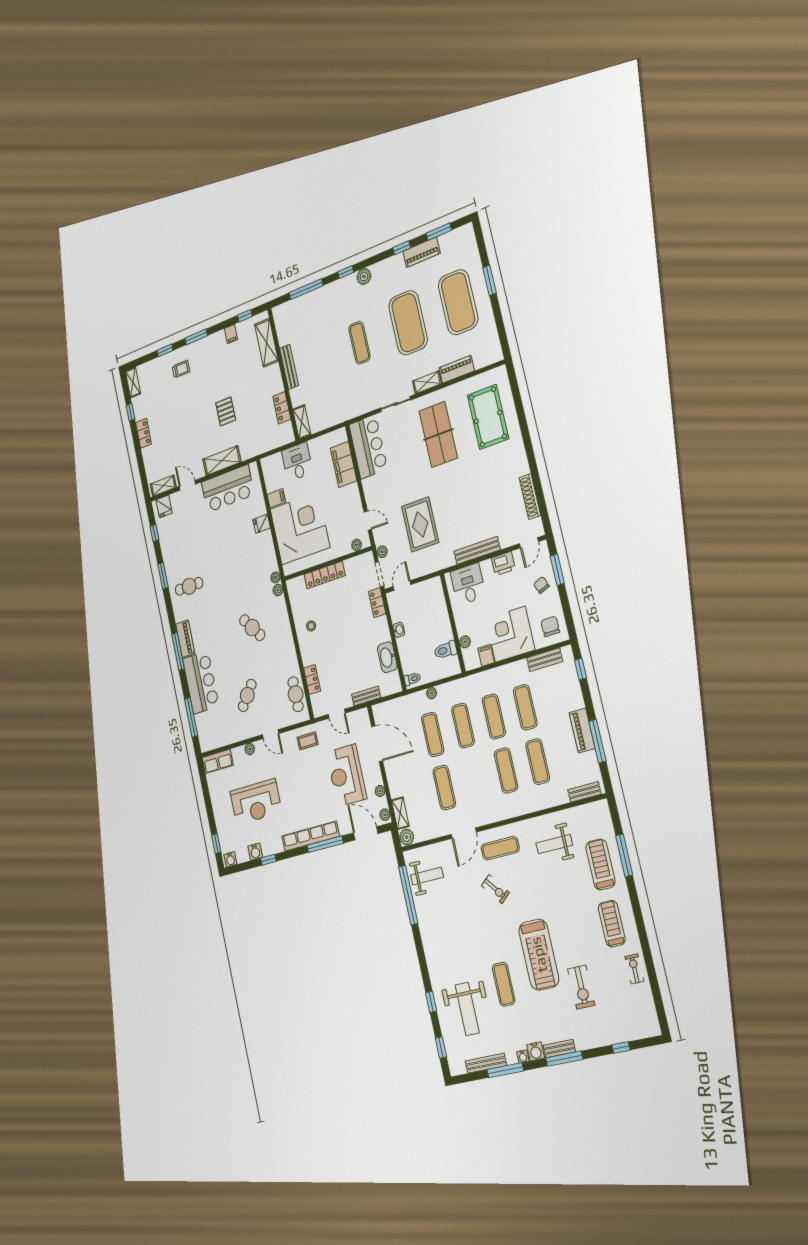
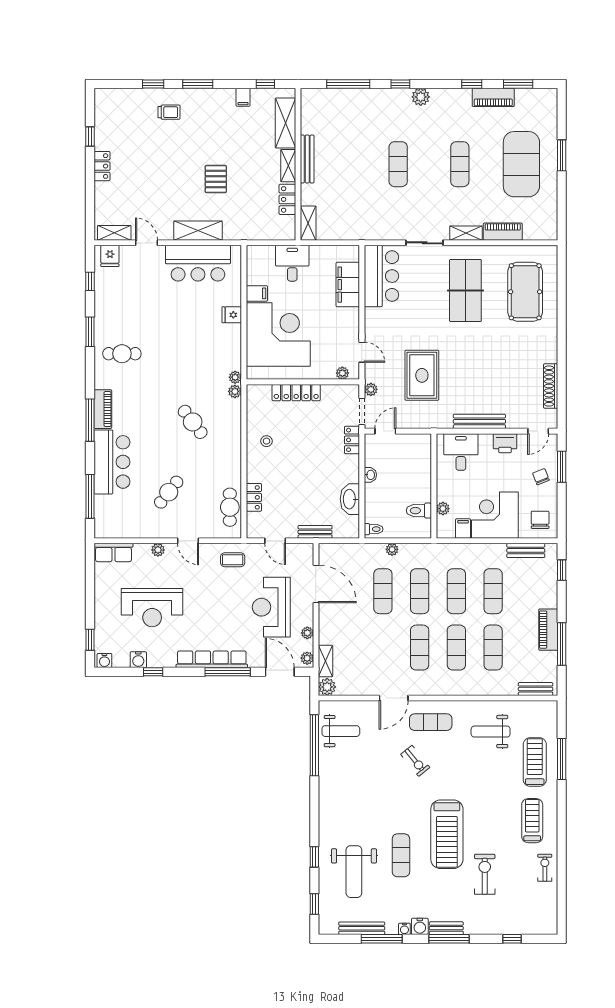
exercise mat: (408, 323) -> (460, 164), width x0.50, depth x0.69
shelving: (133, 382) -> (288, 166), moved
exercise mat: (444, 788) -> (420, 648), moved
exercise bike: (581, 987) -> (485, 874), turned 180

